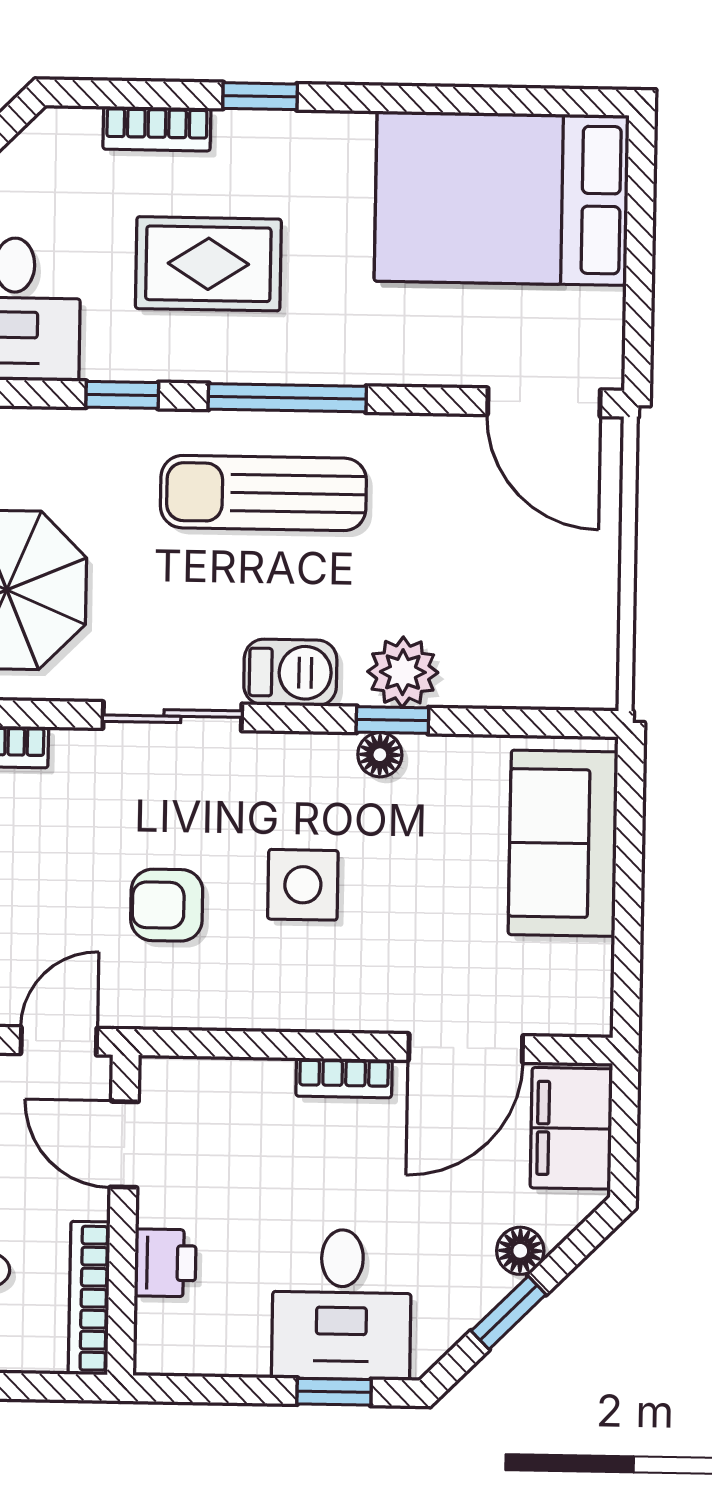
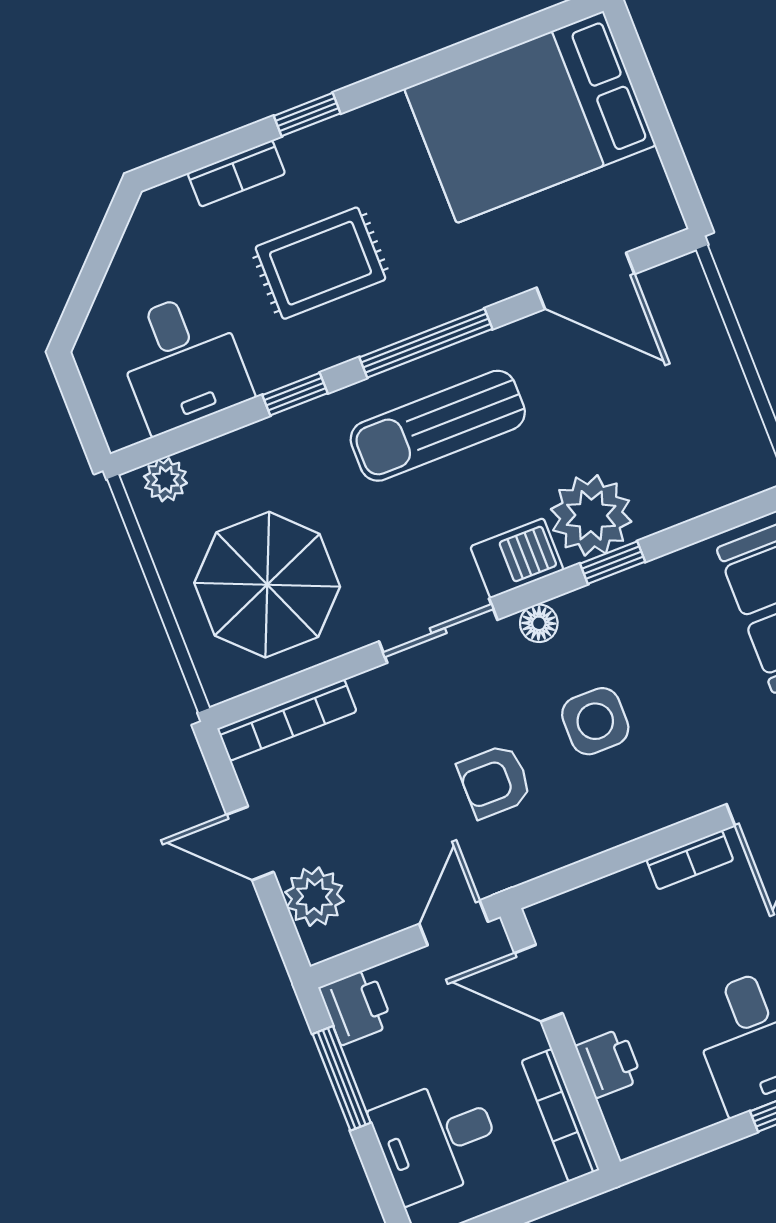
door: (544, 402) -> (586, 281), moved
plant: (403, 672) -> (591, 515), width x1.36, depth x1.36
floor lamp: (380, 755) -> (539, 623), moved

